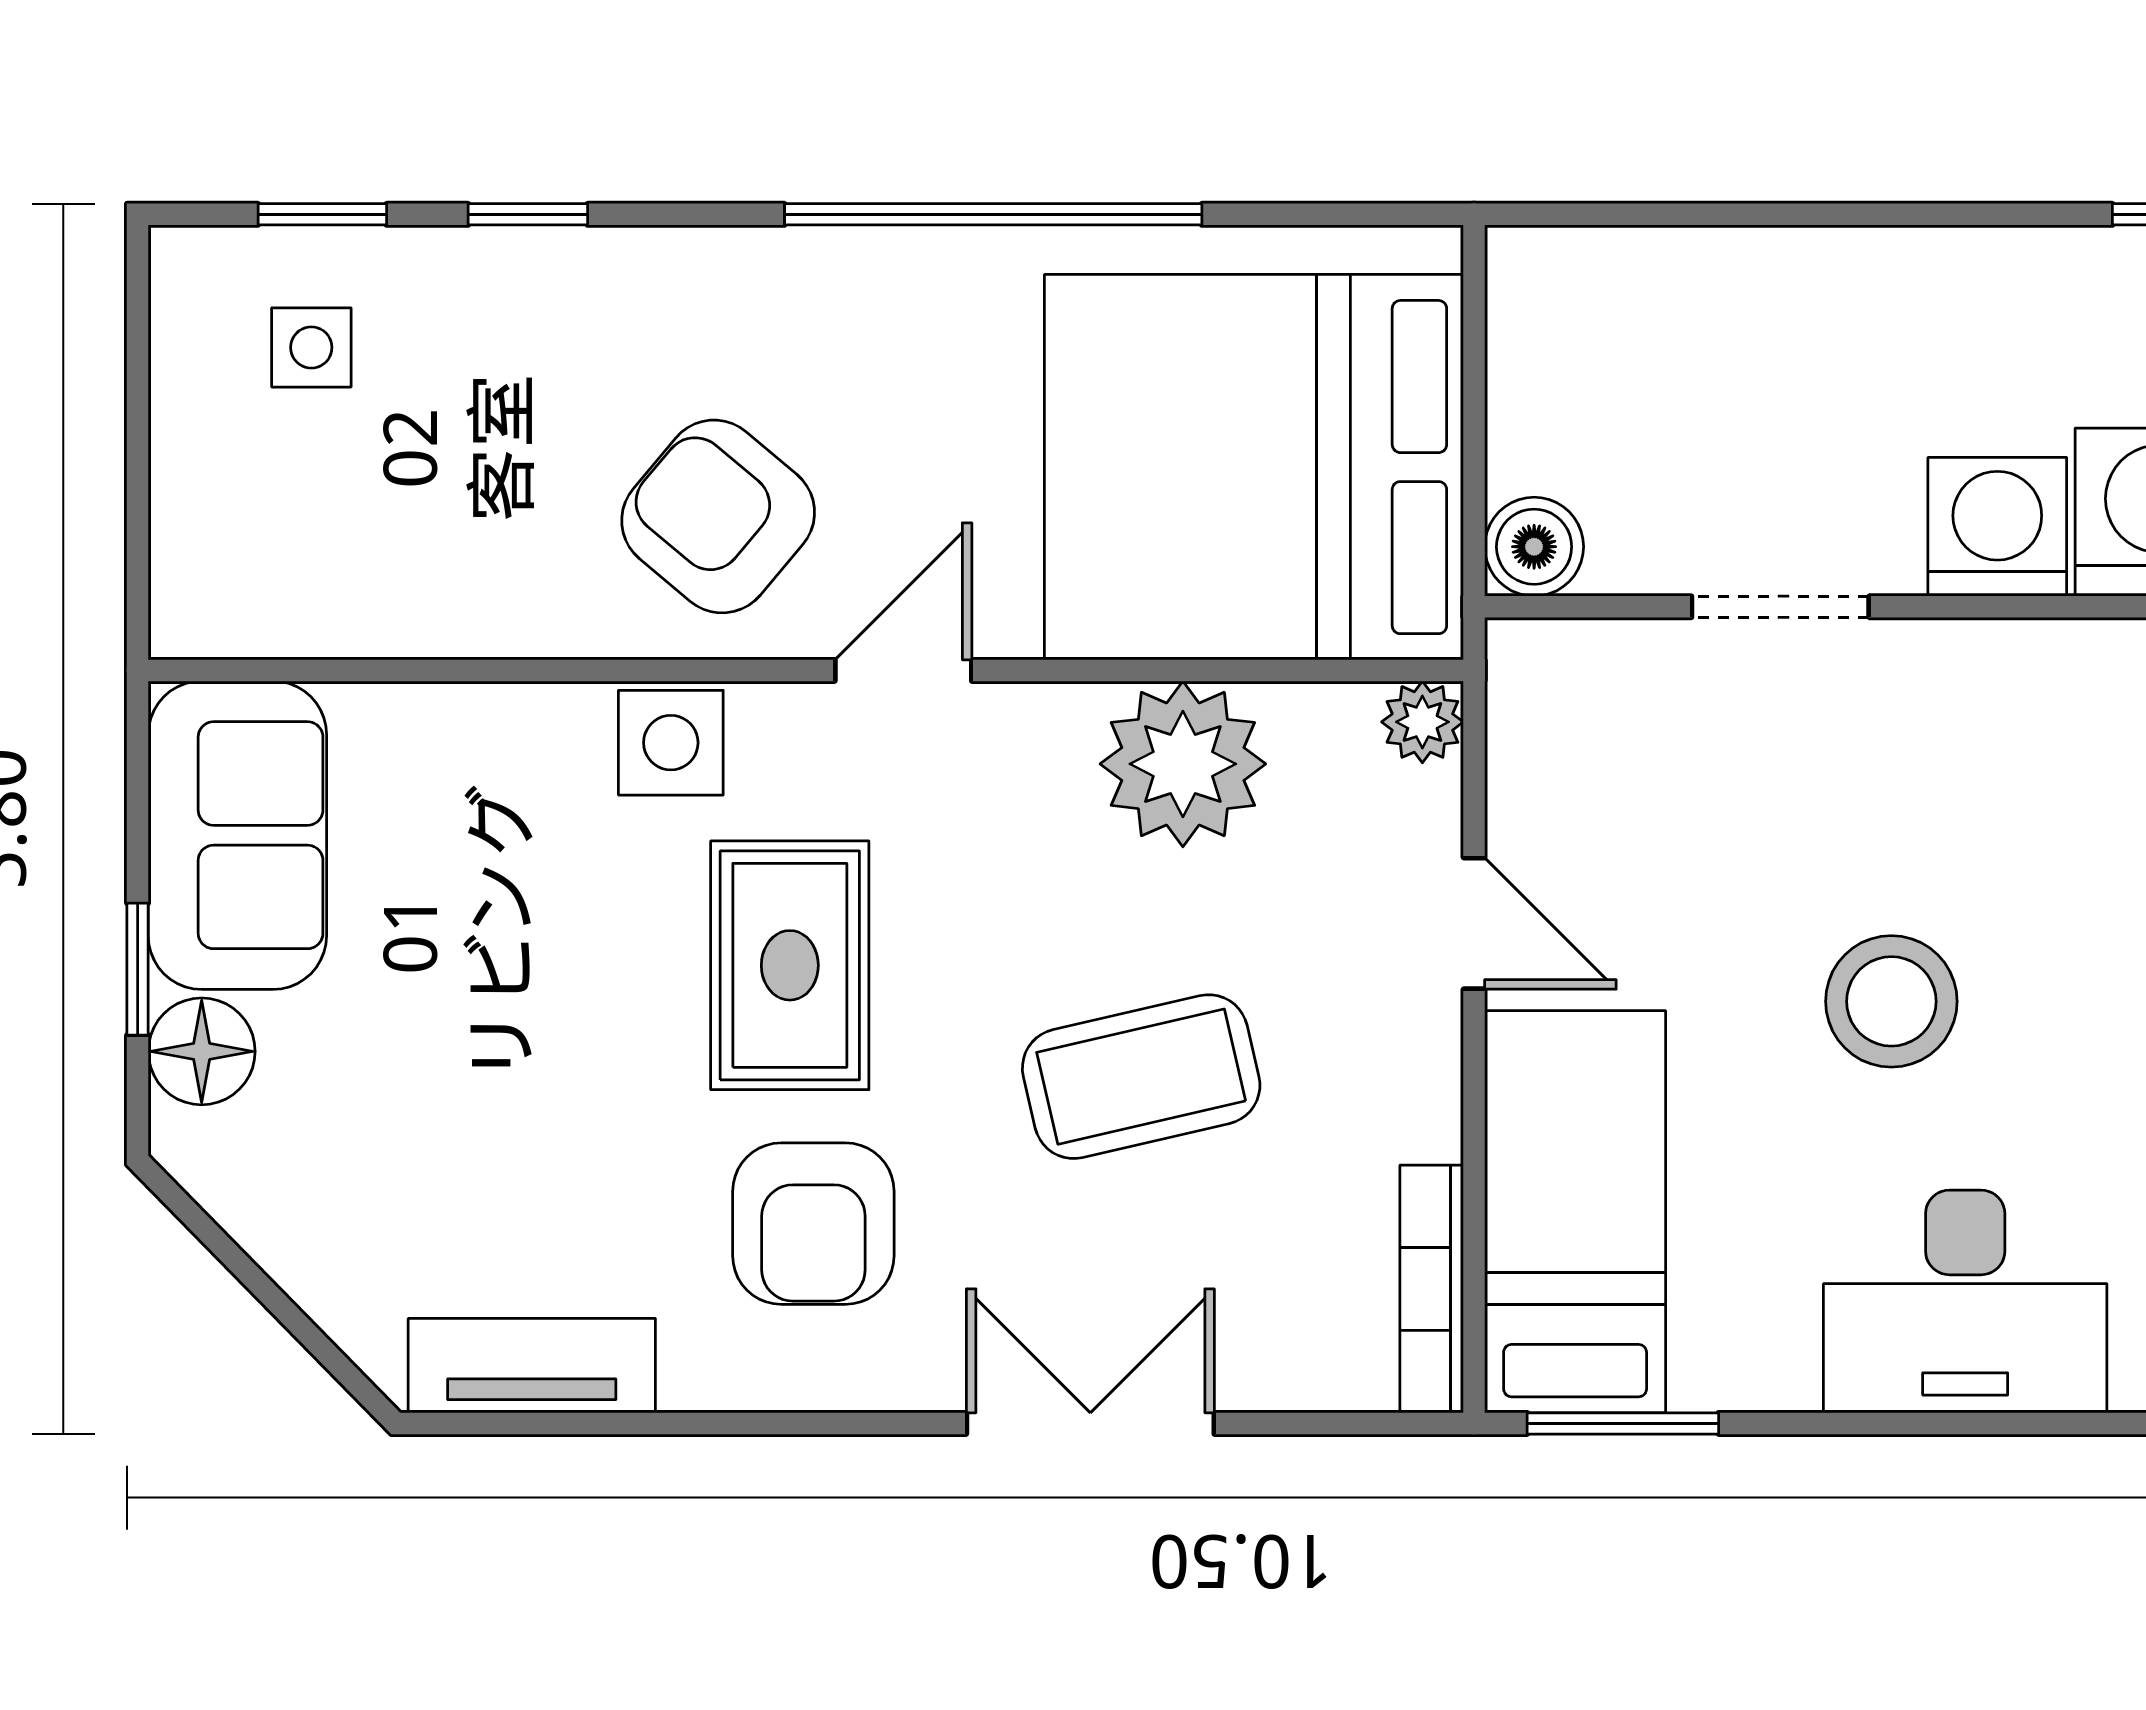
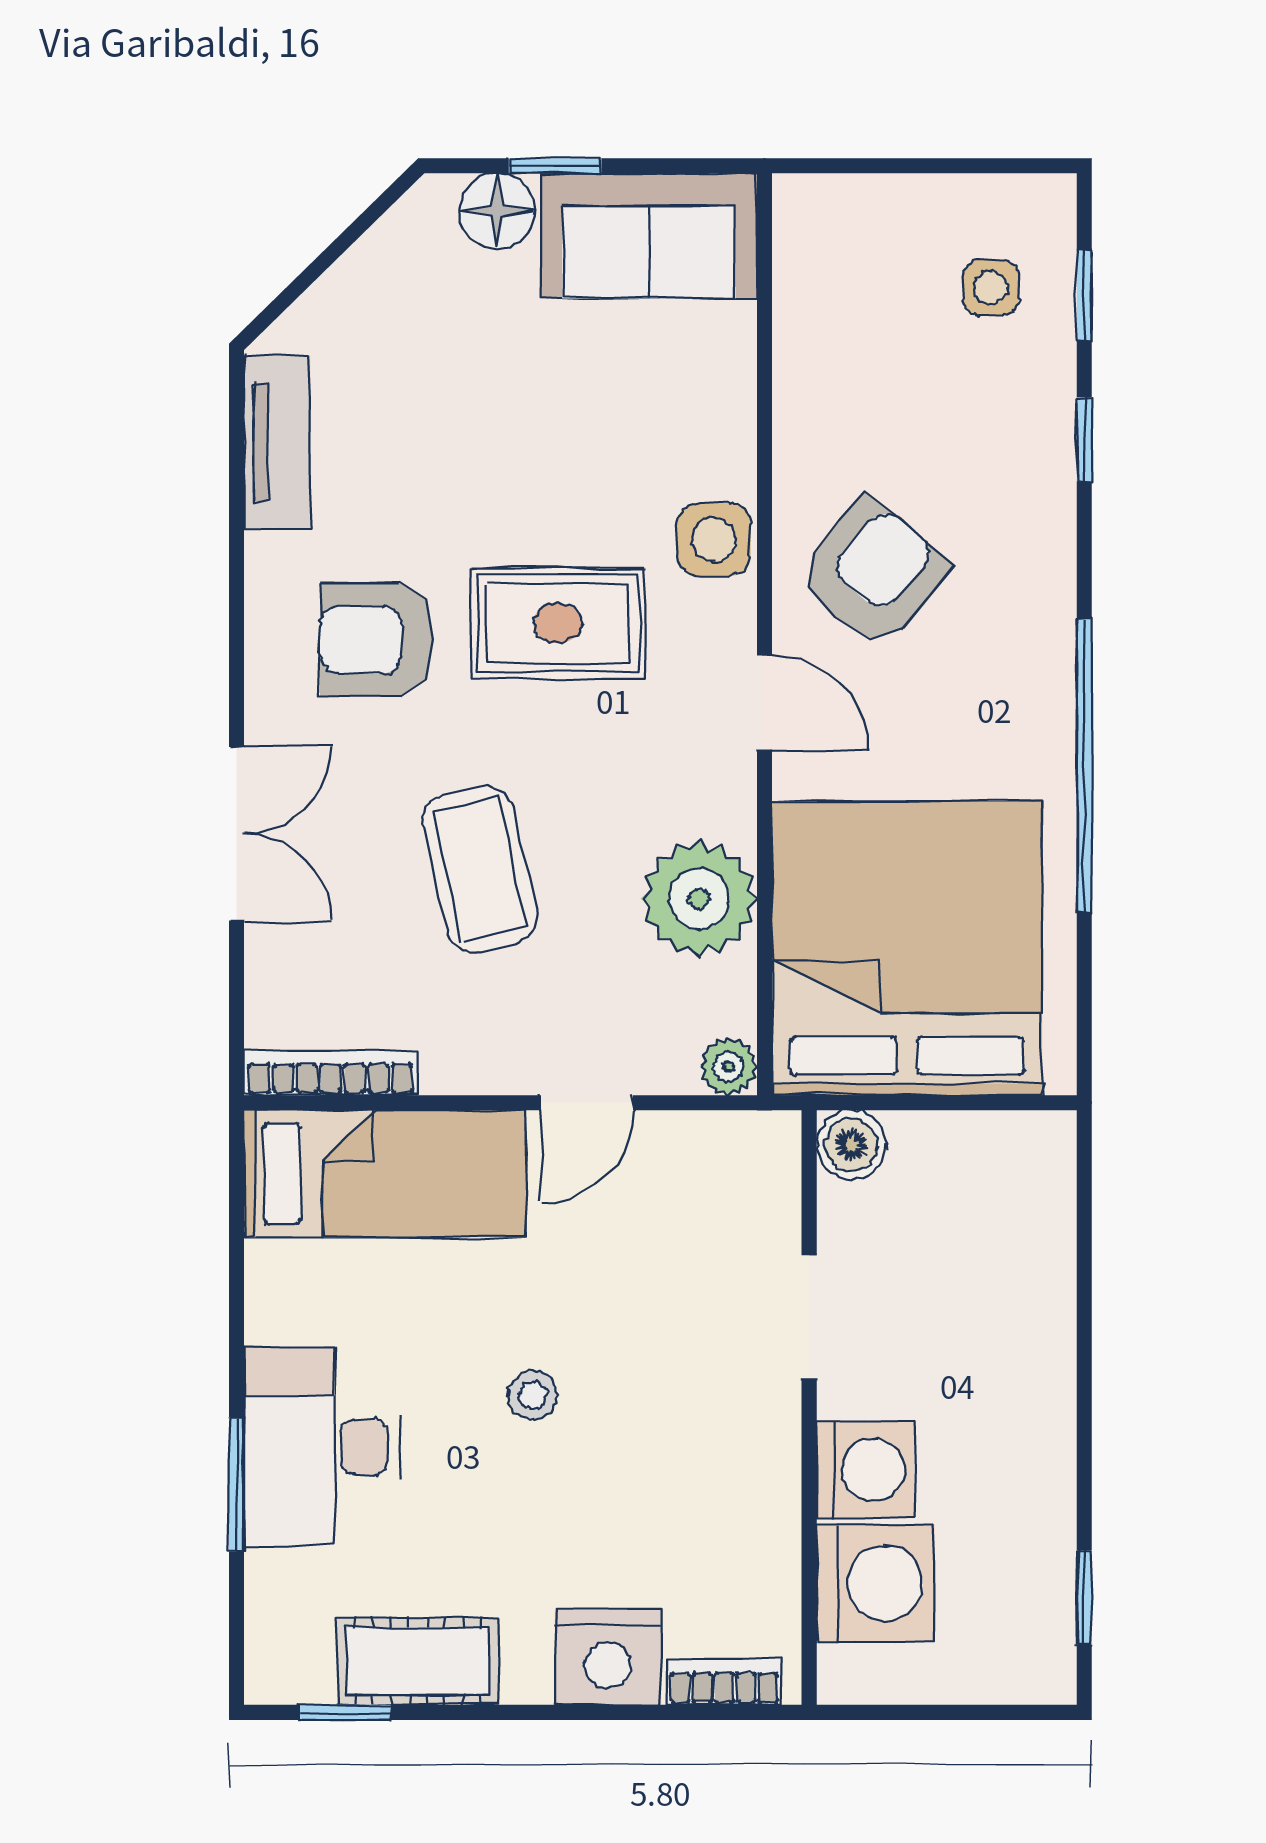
stool: (1891, 1001) -> (532, 1395), width x0.53, depth x0.53
window: (1623, 1423) -> (237, 1484), moved

